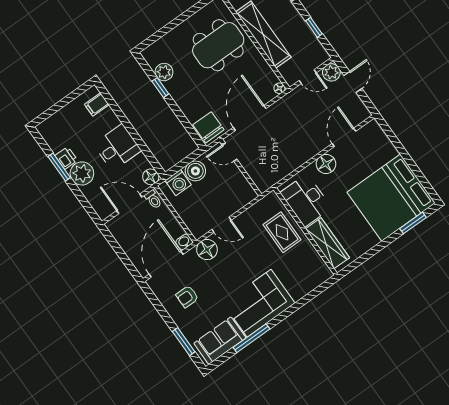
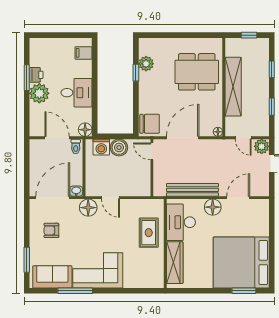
chair: (208, 127) -> (150, 124), turned 90
bench: (295, 161) -> (192, 190), added

